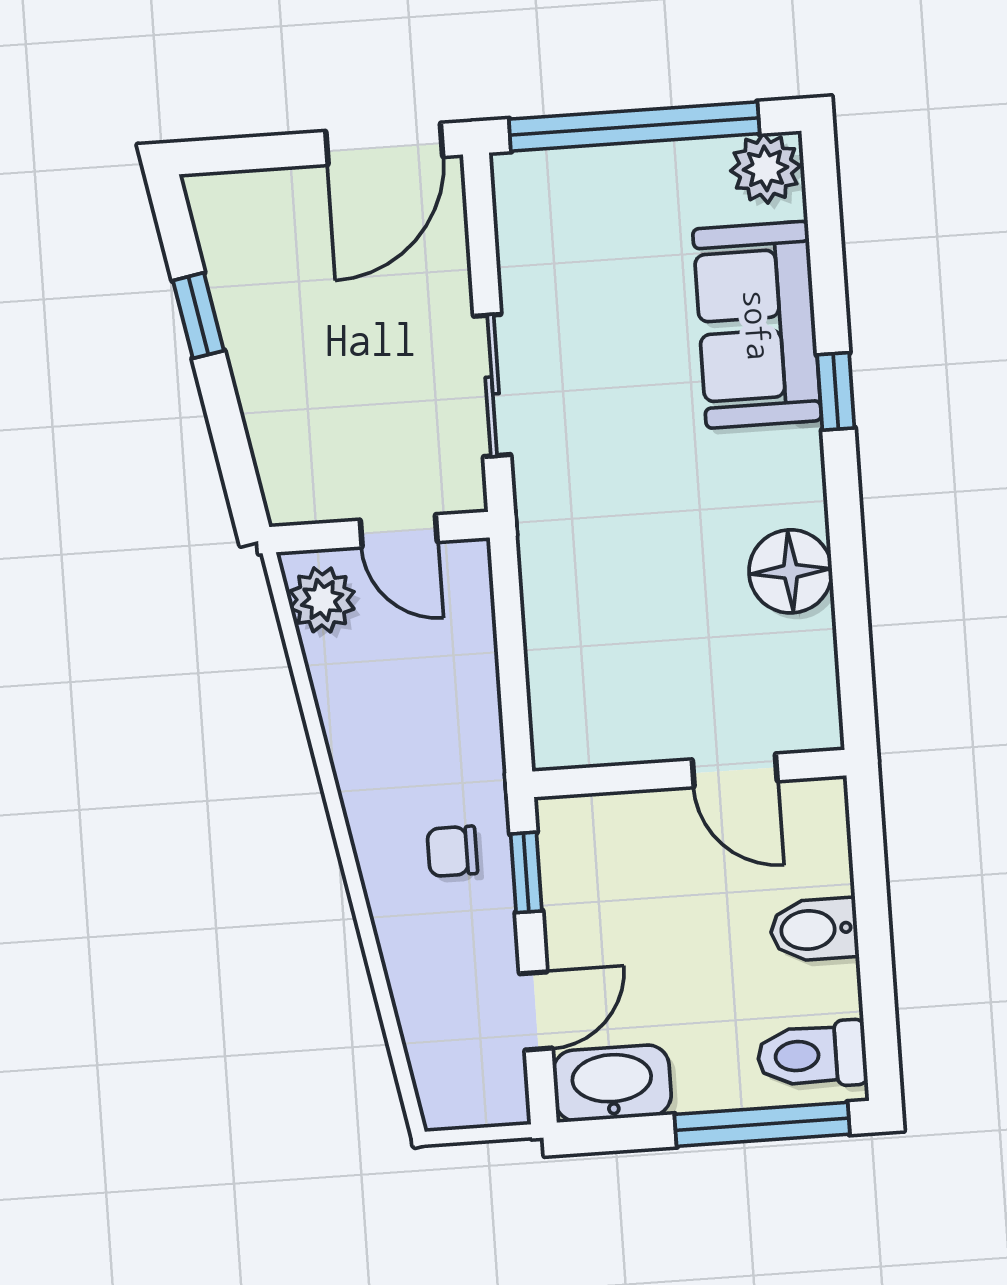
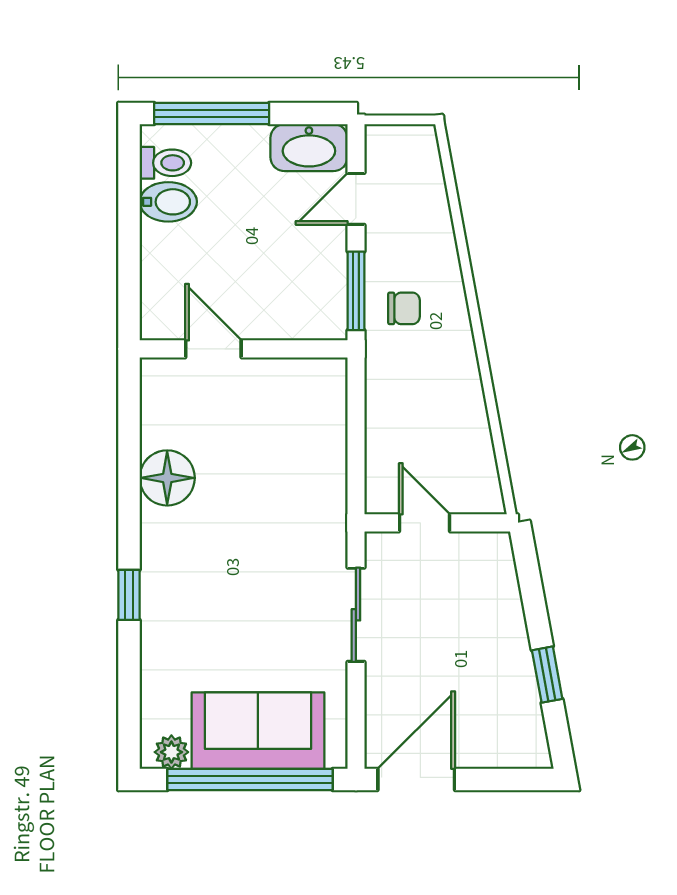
plant: (766, 168) -> (171, 752), width x0.73, depth x0.73
sofa: (757, 325) -> (258, 731), moved, turned -90
plant: (322, 600) -> (478, 481), removed
window: (526, 872) -> (356, 291), width x1.50
bidet: (814, 930) -> (168, 202), moved
toilet: (812, 1055) -> (165, 163), width x0.73, depth x0.72

